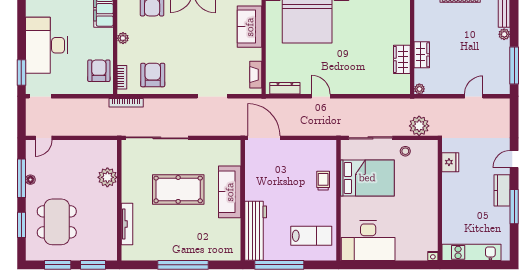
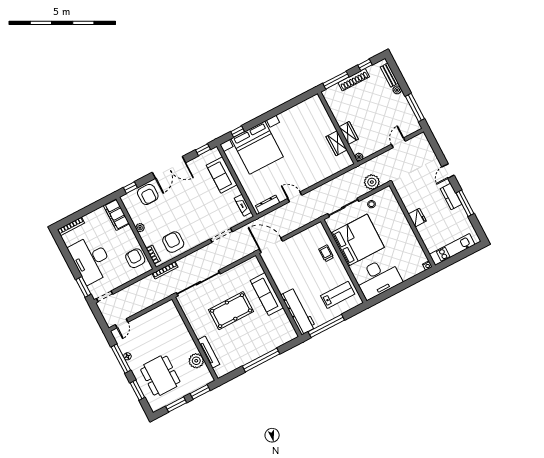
fridge: (450, 162) -> (417, 218), moved
plant: (107, 177) -> (196, 361), moved
bed: (367, 178) -> (358, 240), width x1.36

